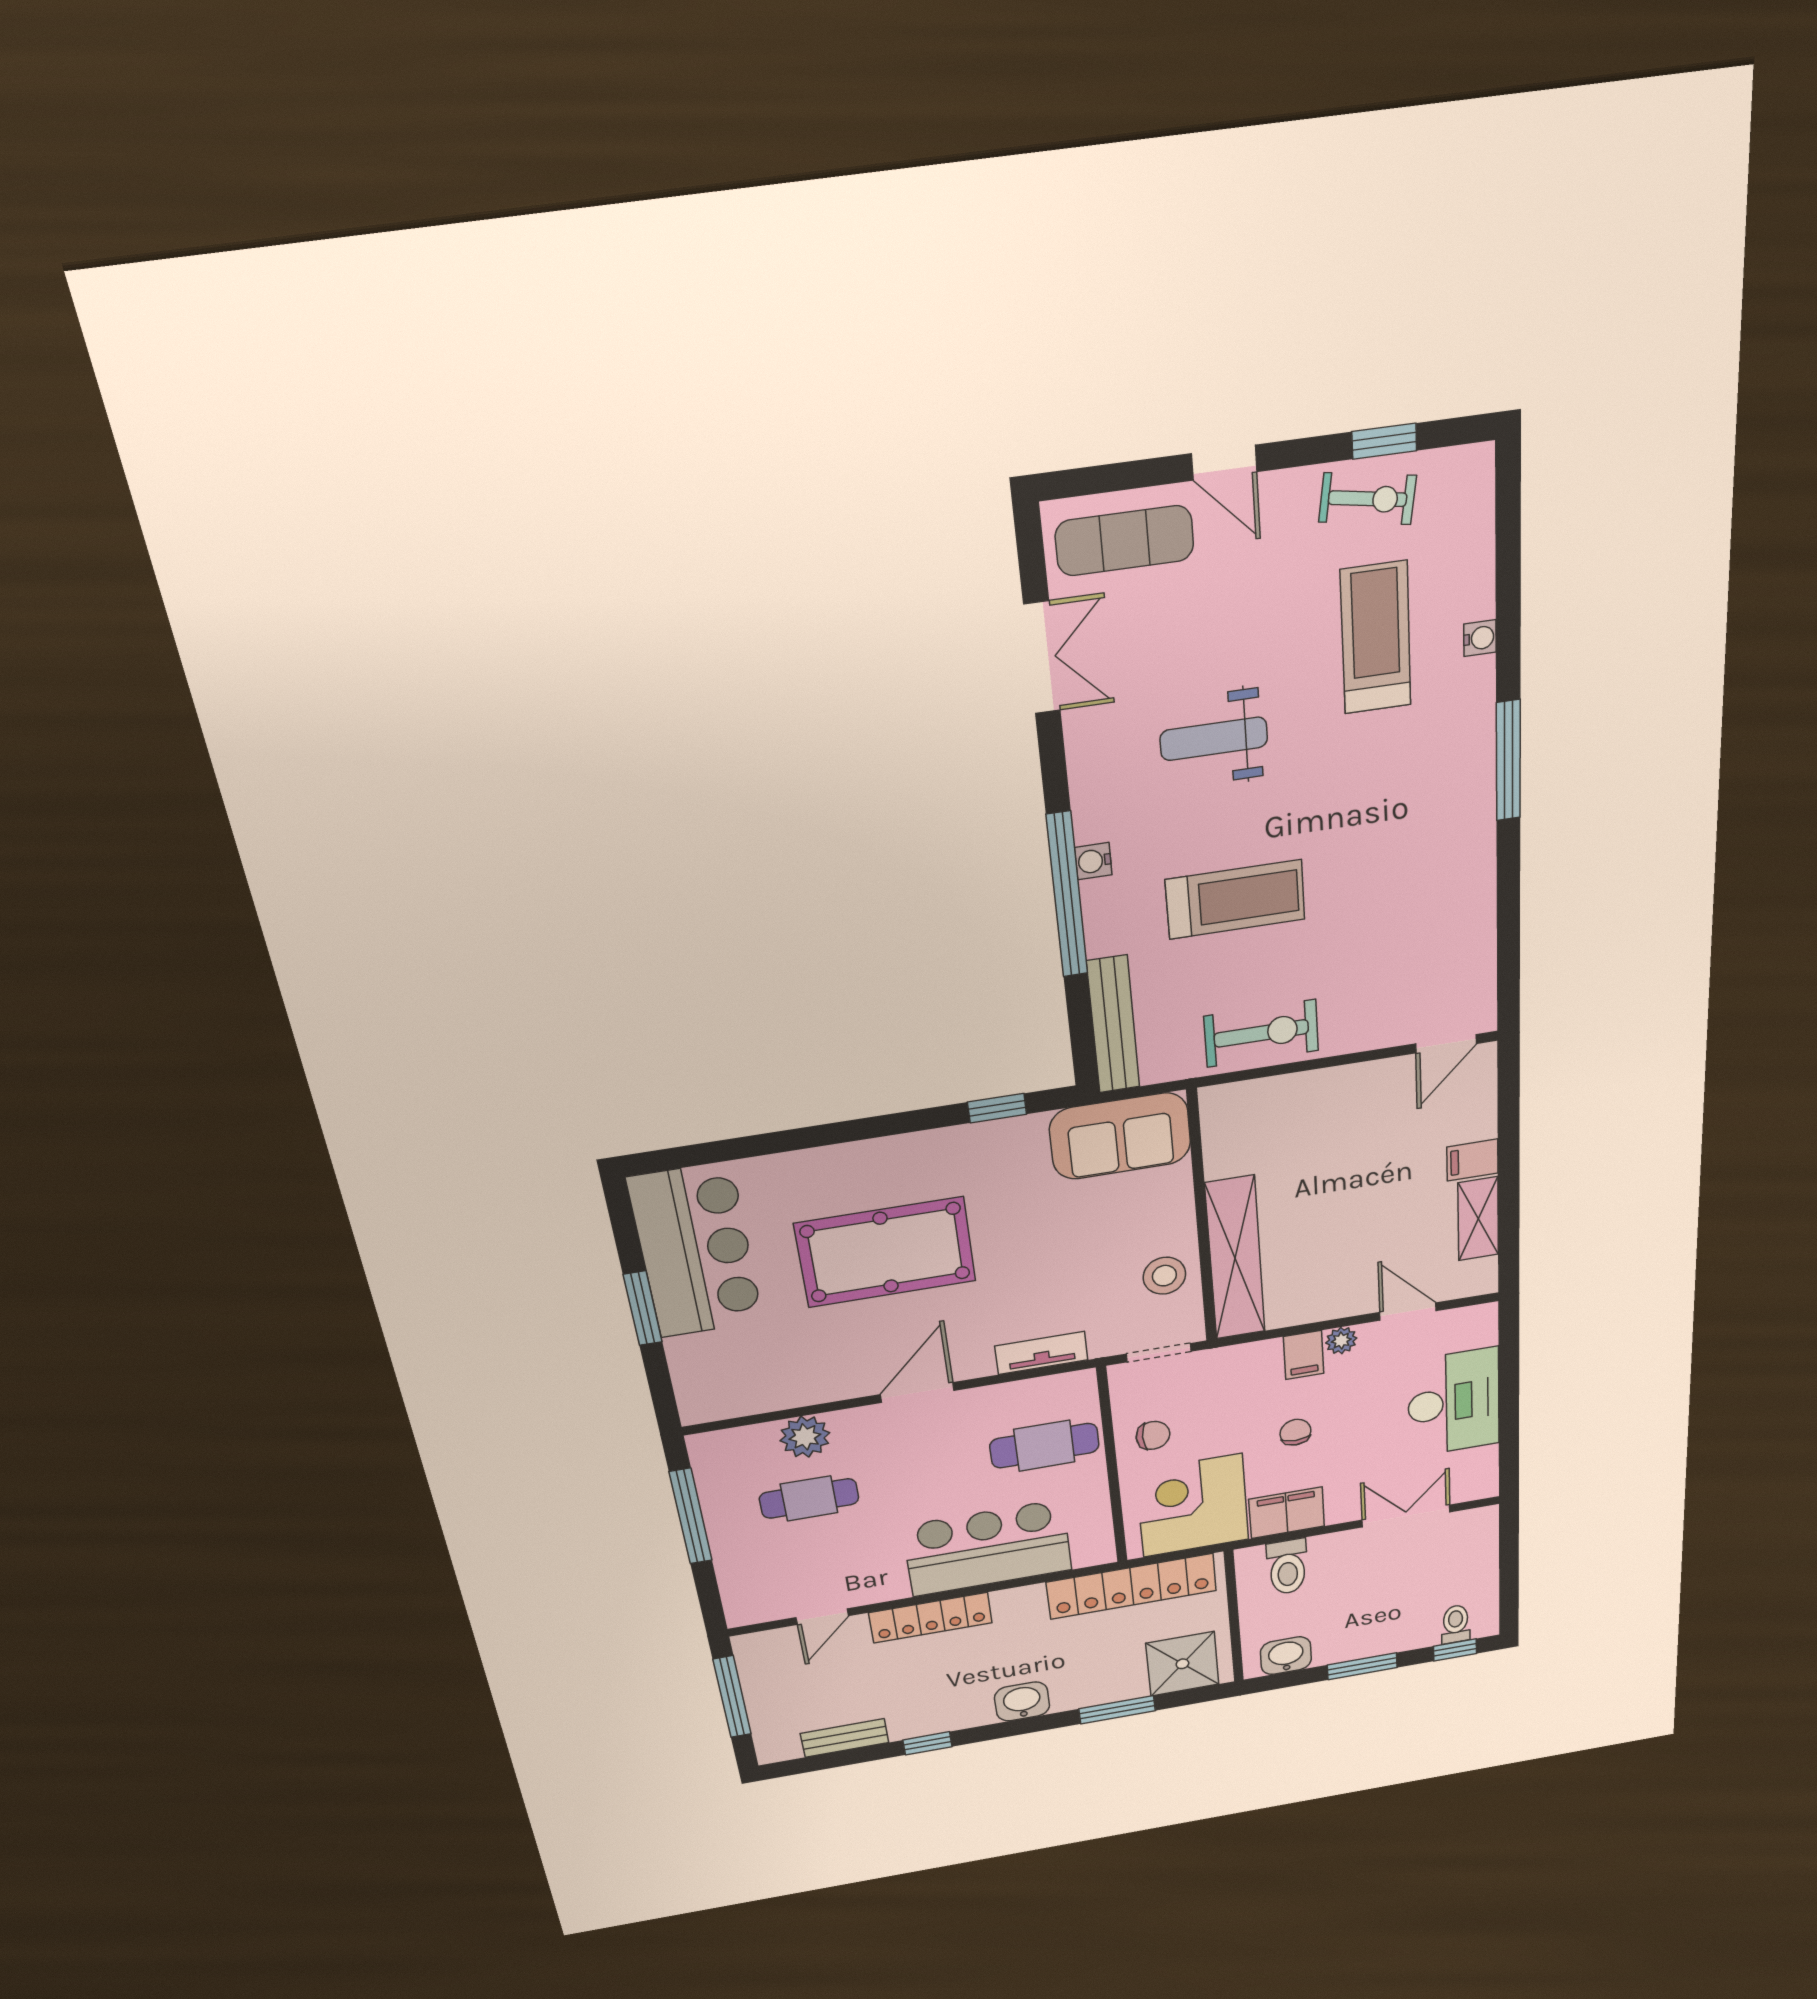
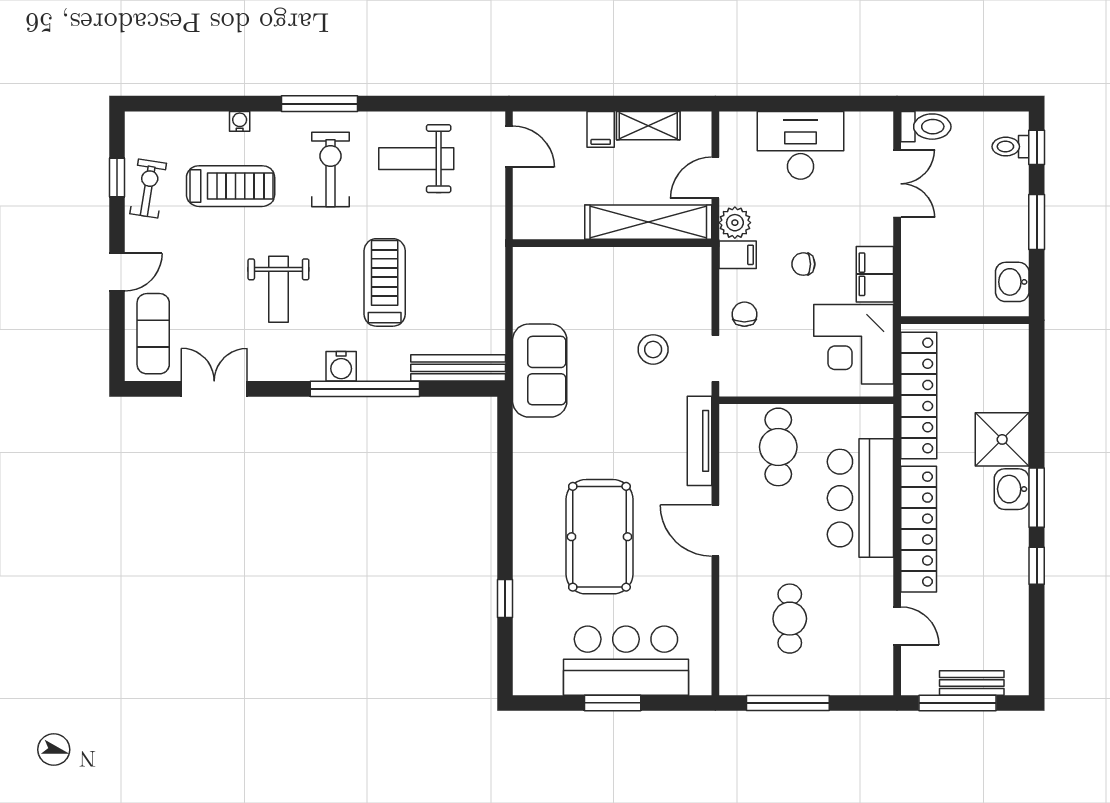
treadmill: (1376, 638) -> (231, 186), turned 180
water cooler: (1093, 861) -> (341, 366), width x1.38, depth x1.38
weight bench: (1426, 917) -> (416, 159), added
exercise bike: (1261, 1033) -> (330, 169), moved
window: (997, 1108) -> (505, 599), moved
wall: (1202, 1218) -> (612, 243), moved
bar counter: (696, 1251) -> (626, 661), moved
shelving: (1235, 1258) -> (648, 222), moved
plant: (1341, 1341) -> (735, 223), width x1.38, depth x1.38
tv unit: (1041, 1353) -> (700, 441), width x1.41
chair: (1153, 1435) -> (744, 314), moved
plant: (805, 1437) -> (737, 613), removed
double door: (1406, 1516) -> (897, 184), swing flipped
toilet: (1287, 1567) -> (926, 127), moved
locker: (930, 1618) -> (919, 529), width x1.41, depth x1.21
shower: (1182, 1664) -> (1002, 439), moved
window: (1117, 1710) -> (1037, 498), moved
bench: (845, 1738) -> (972, 683), moved, turned 90

